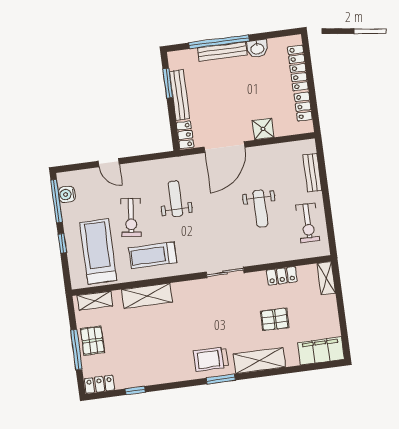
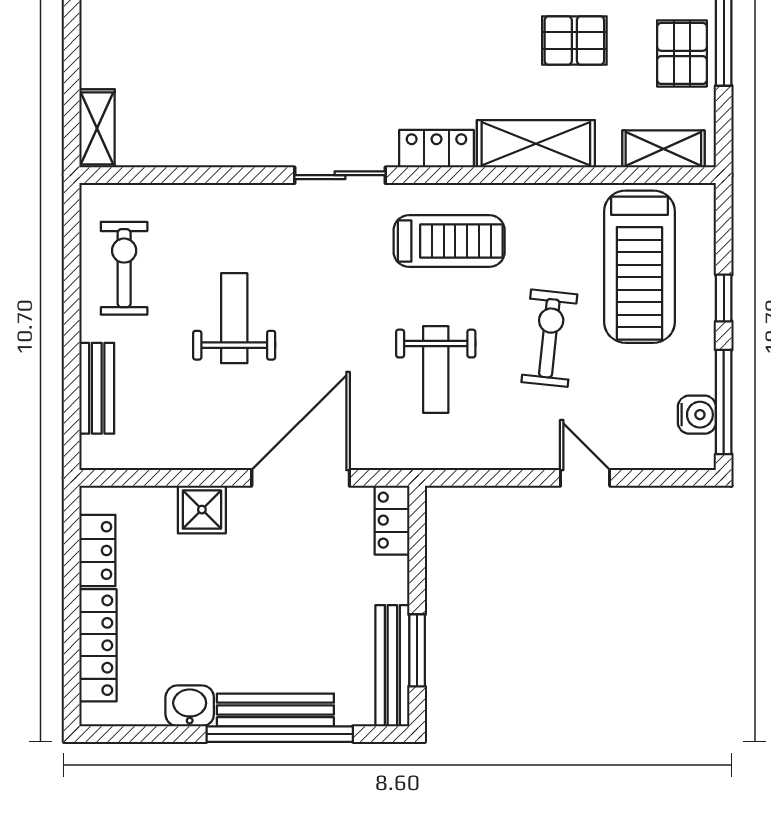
bench: (180, 95) -> (392, 666), moved
treadmill: (153, 255) -> (449, 241), moved
locker: (282, 276) -> (436, 149), moved
pallet: (275, 319) -> (574, 41), moved

